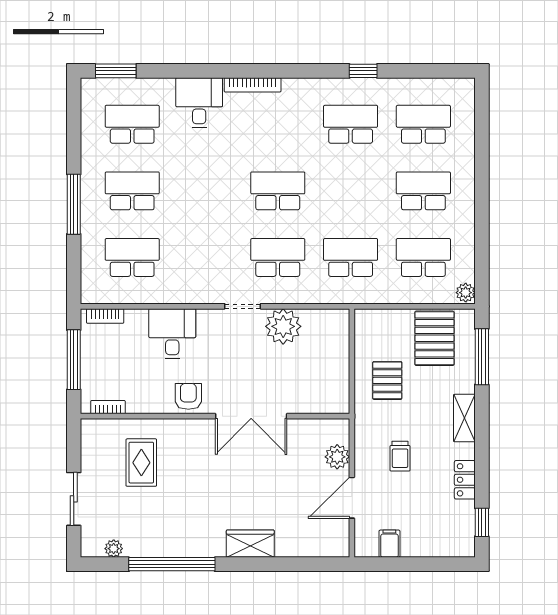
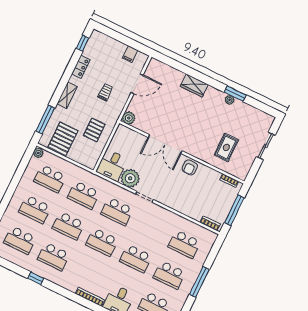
school desk: (205, 191) -> (136, 259), added
school desk: (351, 191) -> (69, 226), added
desk: (172, 334) -> (112, 165), moved
double door: (251, 416) -> (165, 144), swing flipped
plant: (337, 457) -> (129, 118), moved
plant: (114, 549) -> (229, 100), moved
window: (172, 564) -> (235, 94), width x0.47

